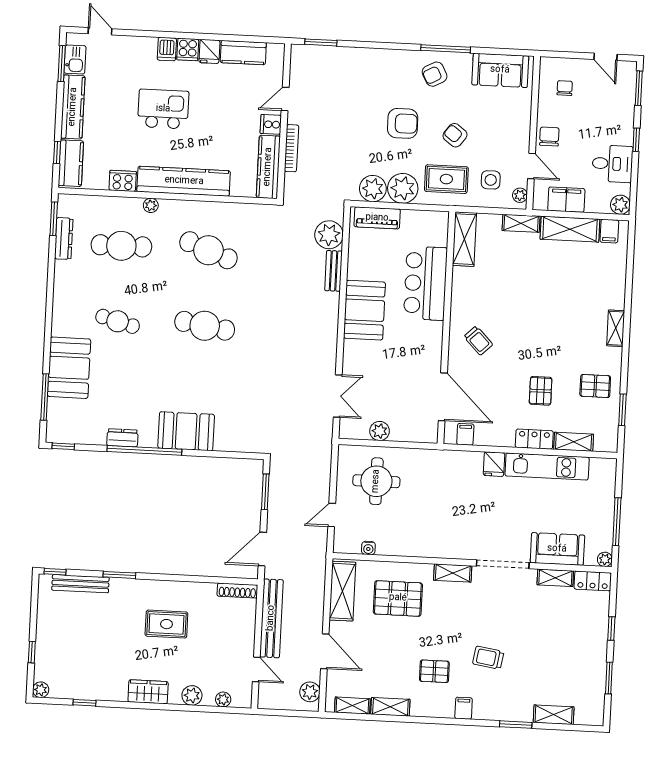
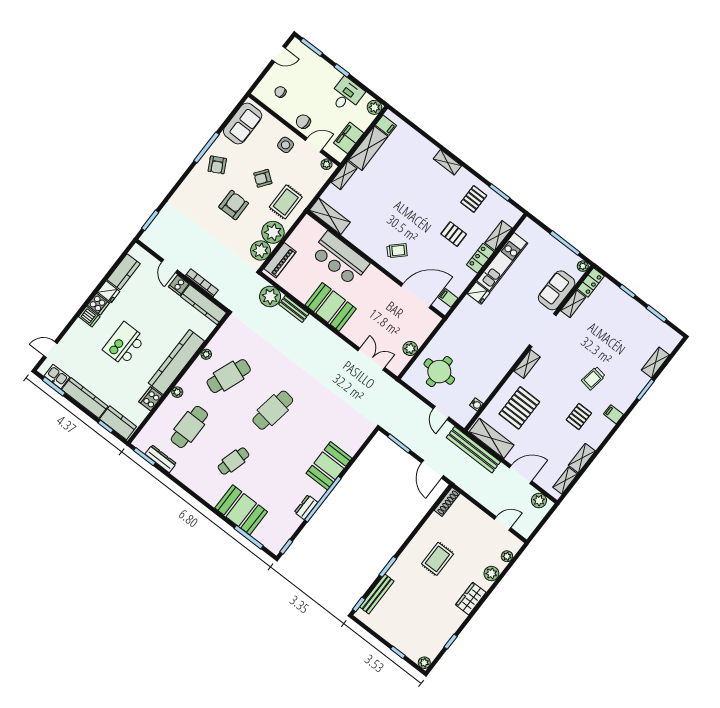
side table: (491, 180) -> (286, 145), moved
plant: (215, 208) -> (206, 354), added
bench: (271, 618) -> (473, 450), moved

